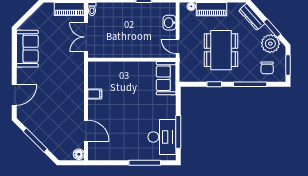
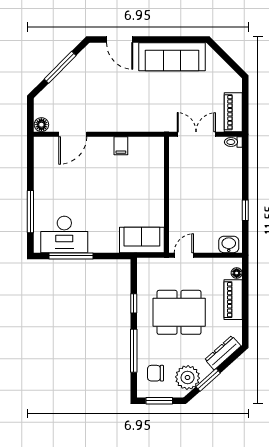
washbasin: (170, 23) -> (229, 244), moved
sofa: (27, 49) -> (172, 57), width x1.36

